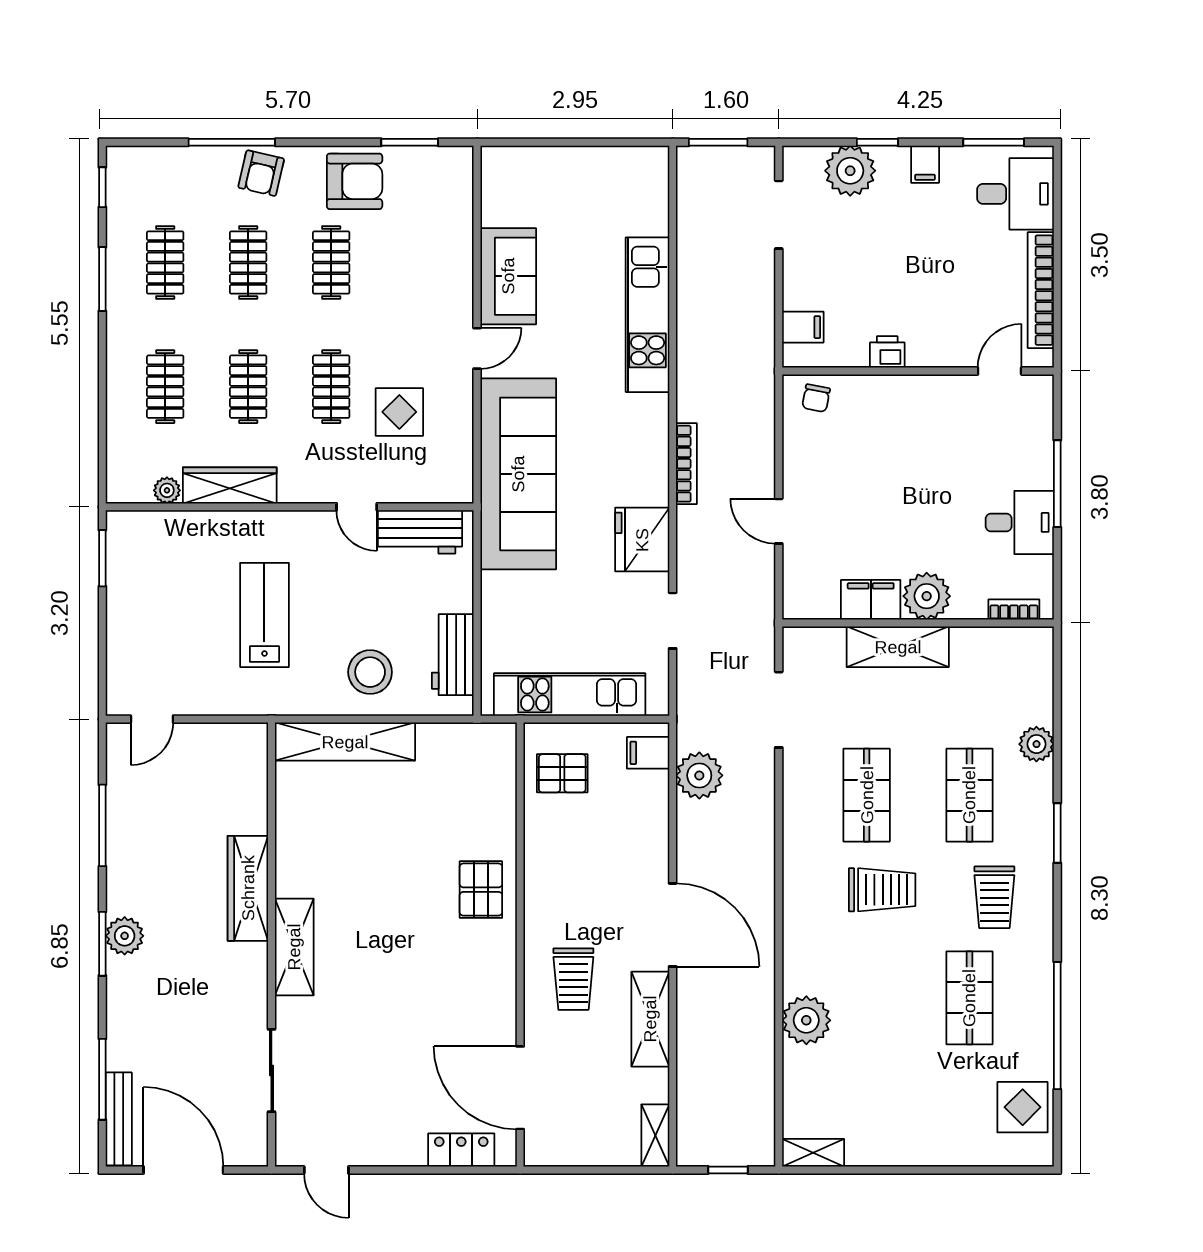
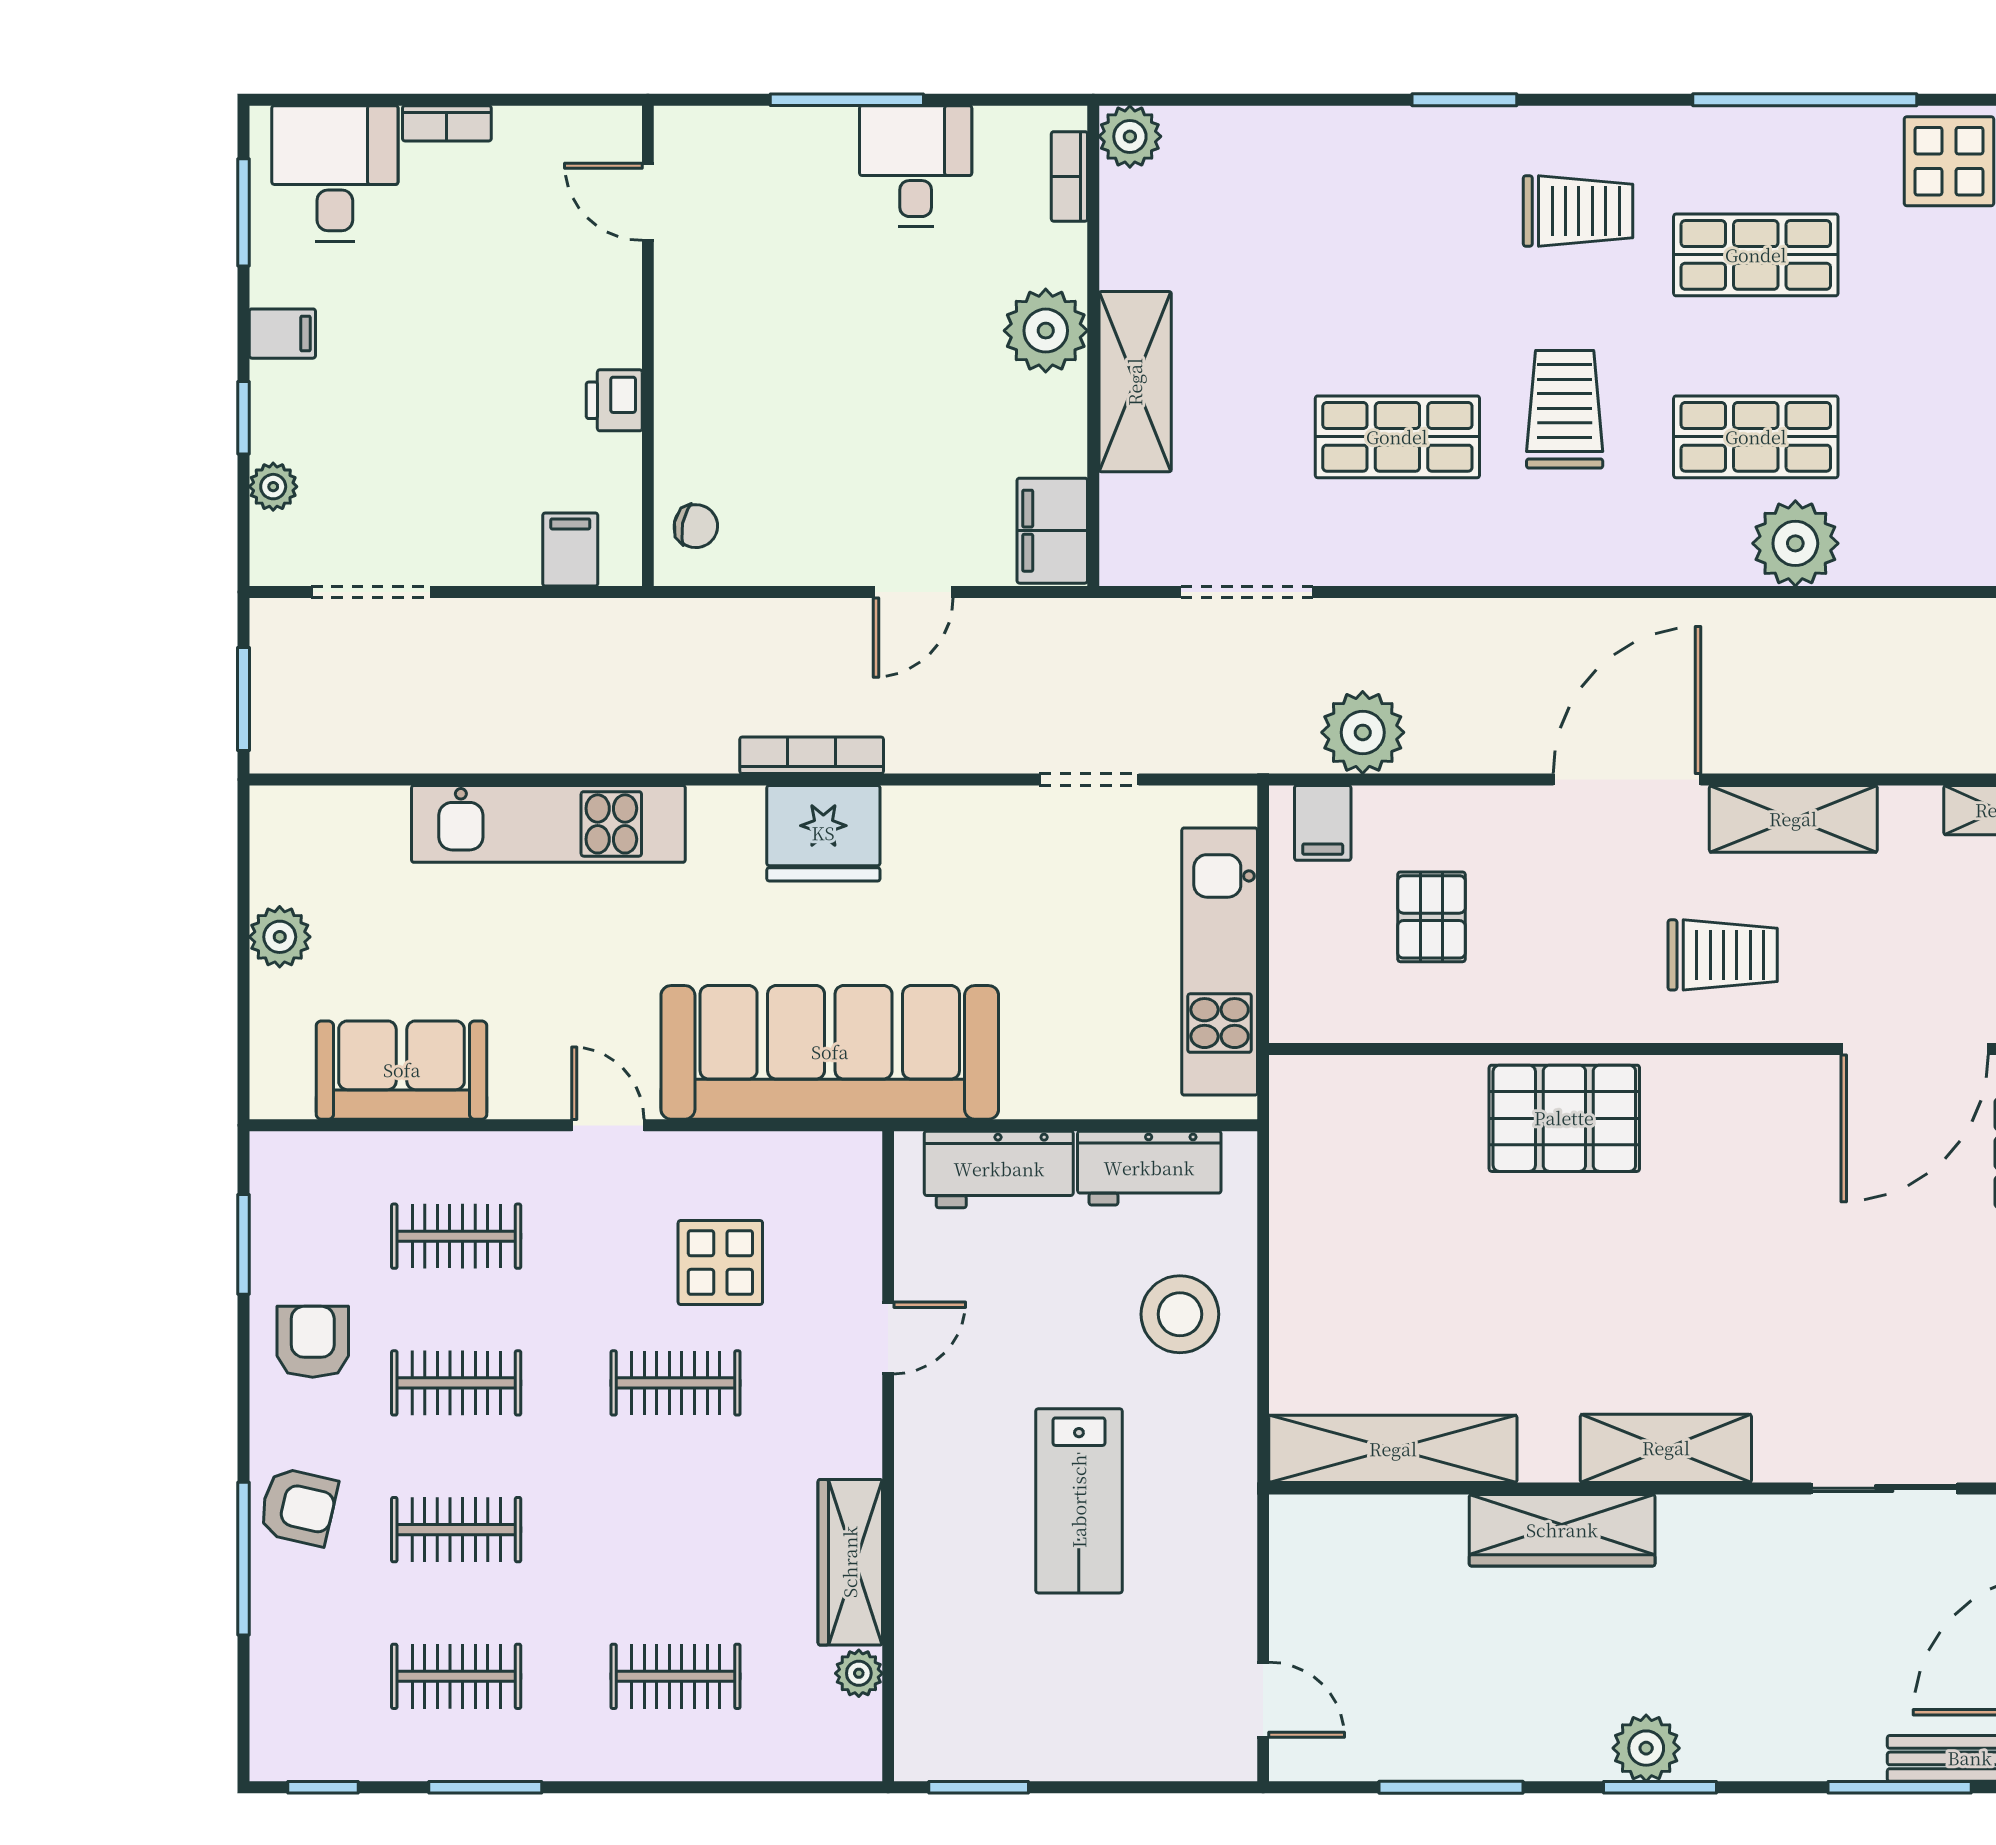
plant: (584, 163) -> (280, 937), added
plant: (850, 171) -> (273, 487), width x0.53, depth x0.53
armchair: (355, 181) -> (313, 1342), width x0.72, depth x0.72
sofa: (508, 276) -> (402, 1070), moved
bookcase: (1041, 290) -> (447, 123), width x0.43, depth x0.76
clothes rail: (248, 387) -> (456, 1236), moved
workbench: (420, 532) -> (999, 1169), moved, turned 90
fridge: (642, 540) -> (823, 833), moved
filing cabinet: (871, 600) -> (1052, 531), moved
lab bench: (264, 615) -> (1079, 1501), turned -90
shelving: (345, 742) -> (1393, 1449), moved, turned 90
plant: (1036, 744) -> (1130, 136), moved
pallet: (562, 773) -> (1431, 917), moved
shop shelf: (969, 795) -> (1756, 437), moved
pallet: (481, 890) -> (1564, 1118), width x1.50, depth x1.42

